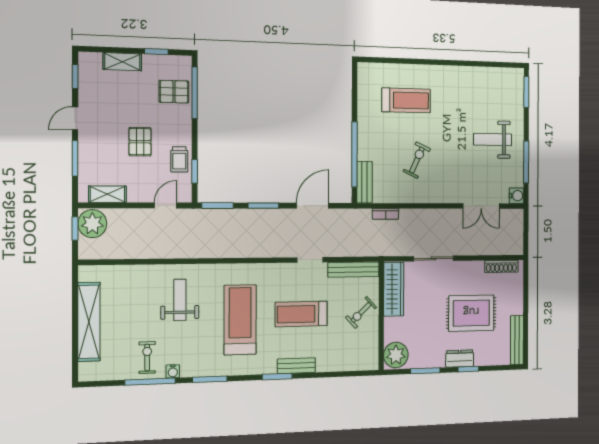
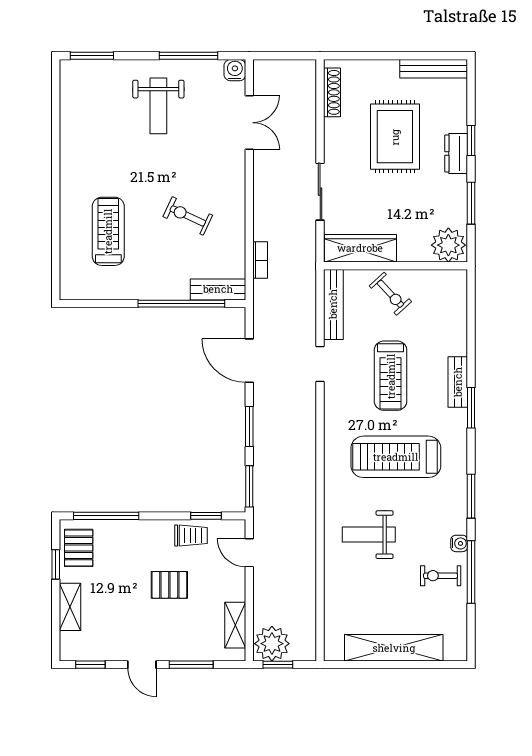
pallet: (174, 92) -> (79, 548), moved

